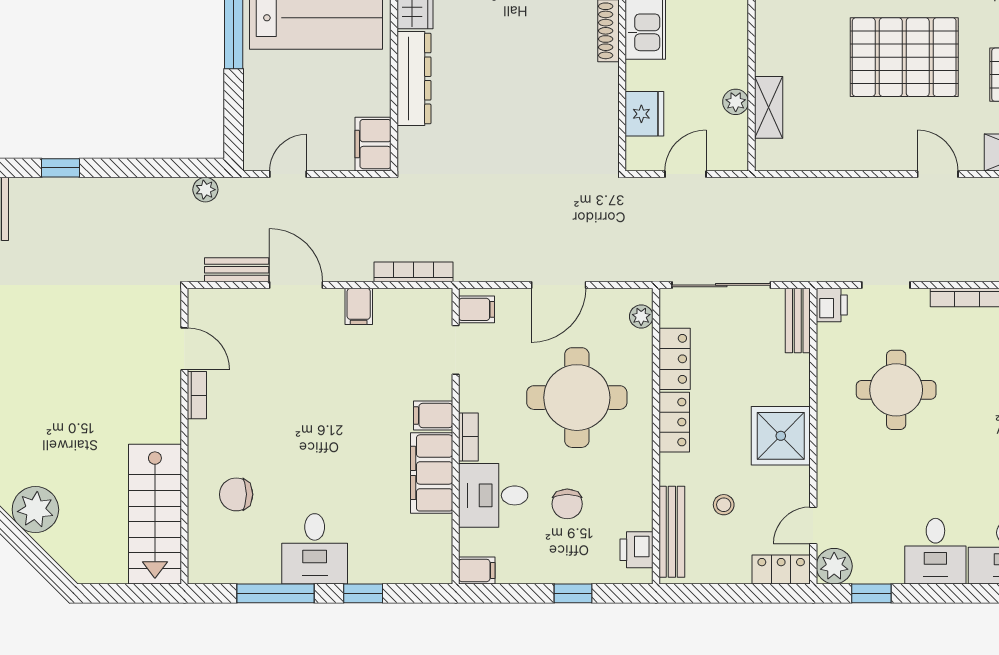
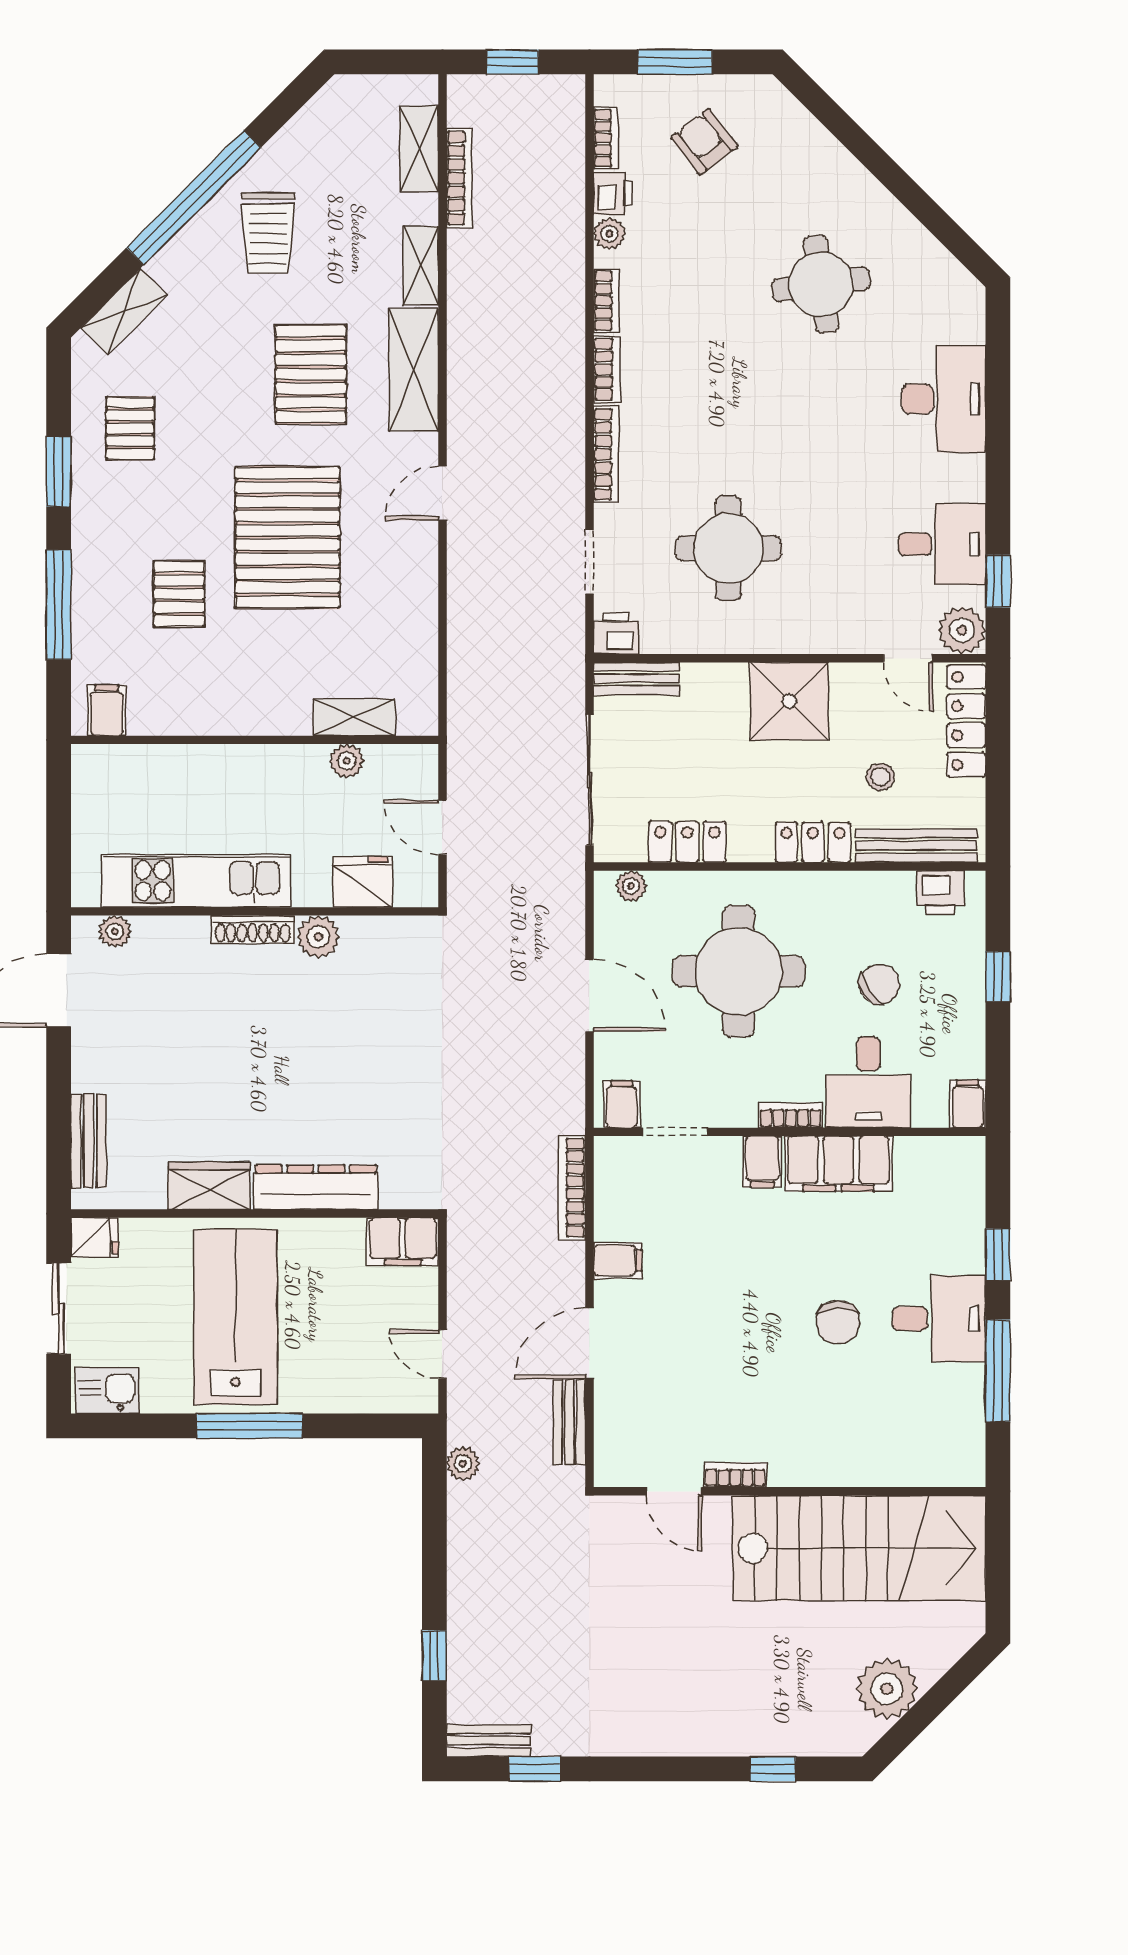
plant: (603, 80) -> (318, 937), added
door: (184, 349) -> (674, 1491), swing flipped
locker: (674, 422) -> (813, 842), moved
chair: (236, 494) -> (838, 1322), moved
chair: (567, 504) -> (880, 984), turned -34
stairs: (155, 514) -> (859, 1548), width x1.36, depth x1.51
desk: (935, 551) -> (942, 544), moved
locker: (781, 569) -> (966, 721), width x1.53

